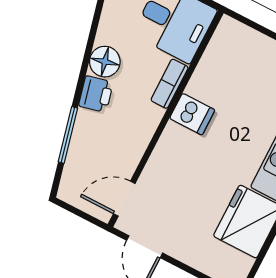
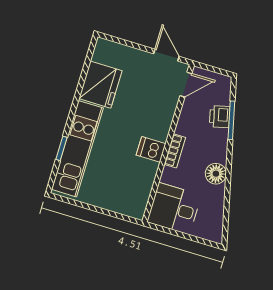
bookcase: (170, 84) -> (175, 151), moved
printer: (96, 94) -> (220, 117), moved

